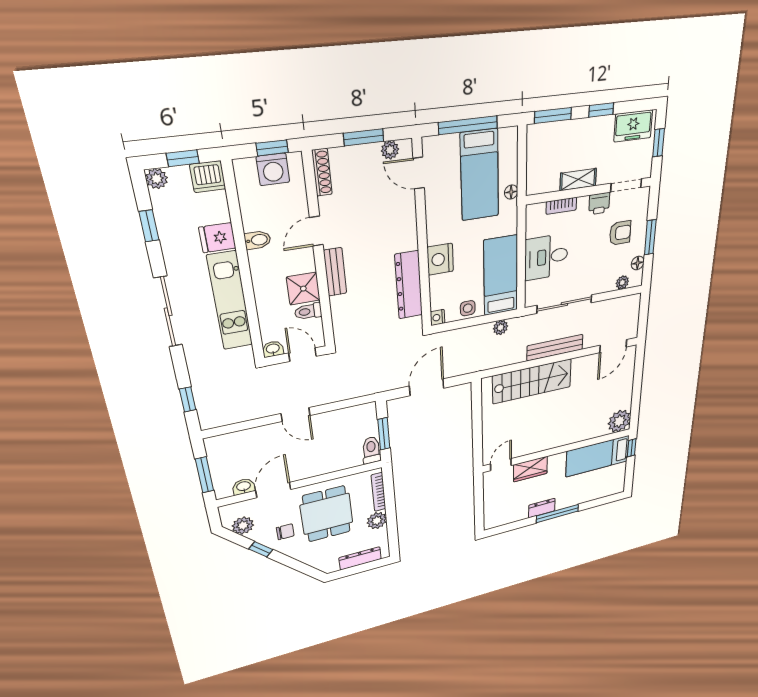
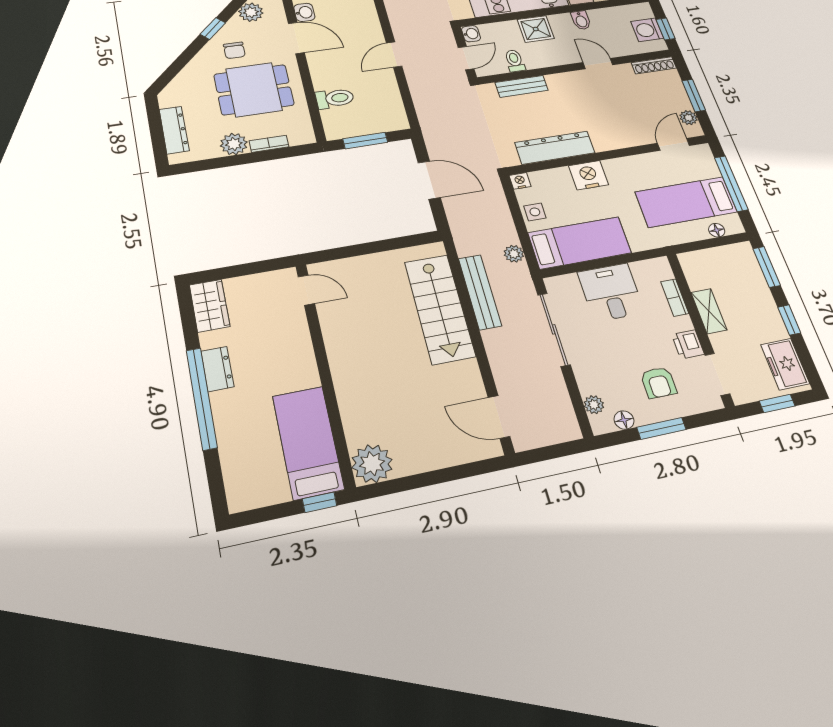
floor lamp: (511, 192) -> (717, 230), moved
bench: (335, 272) -> (522, 86), moved
shower: (303, 289) -> (536, 29), moved
bench: (555, 348) -> (480, 292), moved
toilet: (371, 450) -> (335, 98), moved
wardrobe: (530, 469) -> (210, 306), moved, turned 180
bookcase: (379, 492) -> (269, 144), width x0.64
window: (557, 514) -> (202, 398), width x1.46

